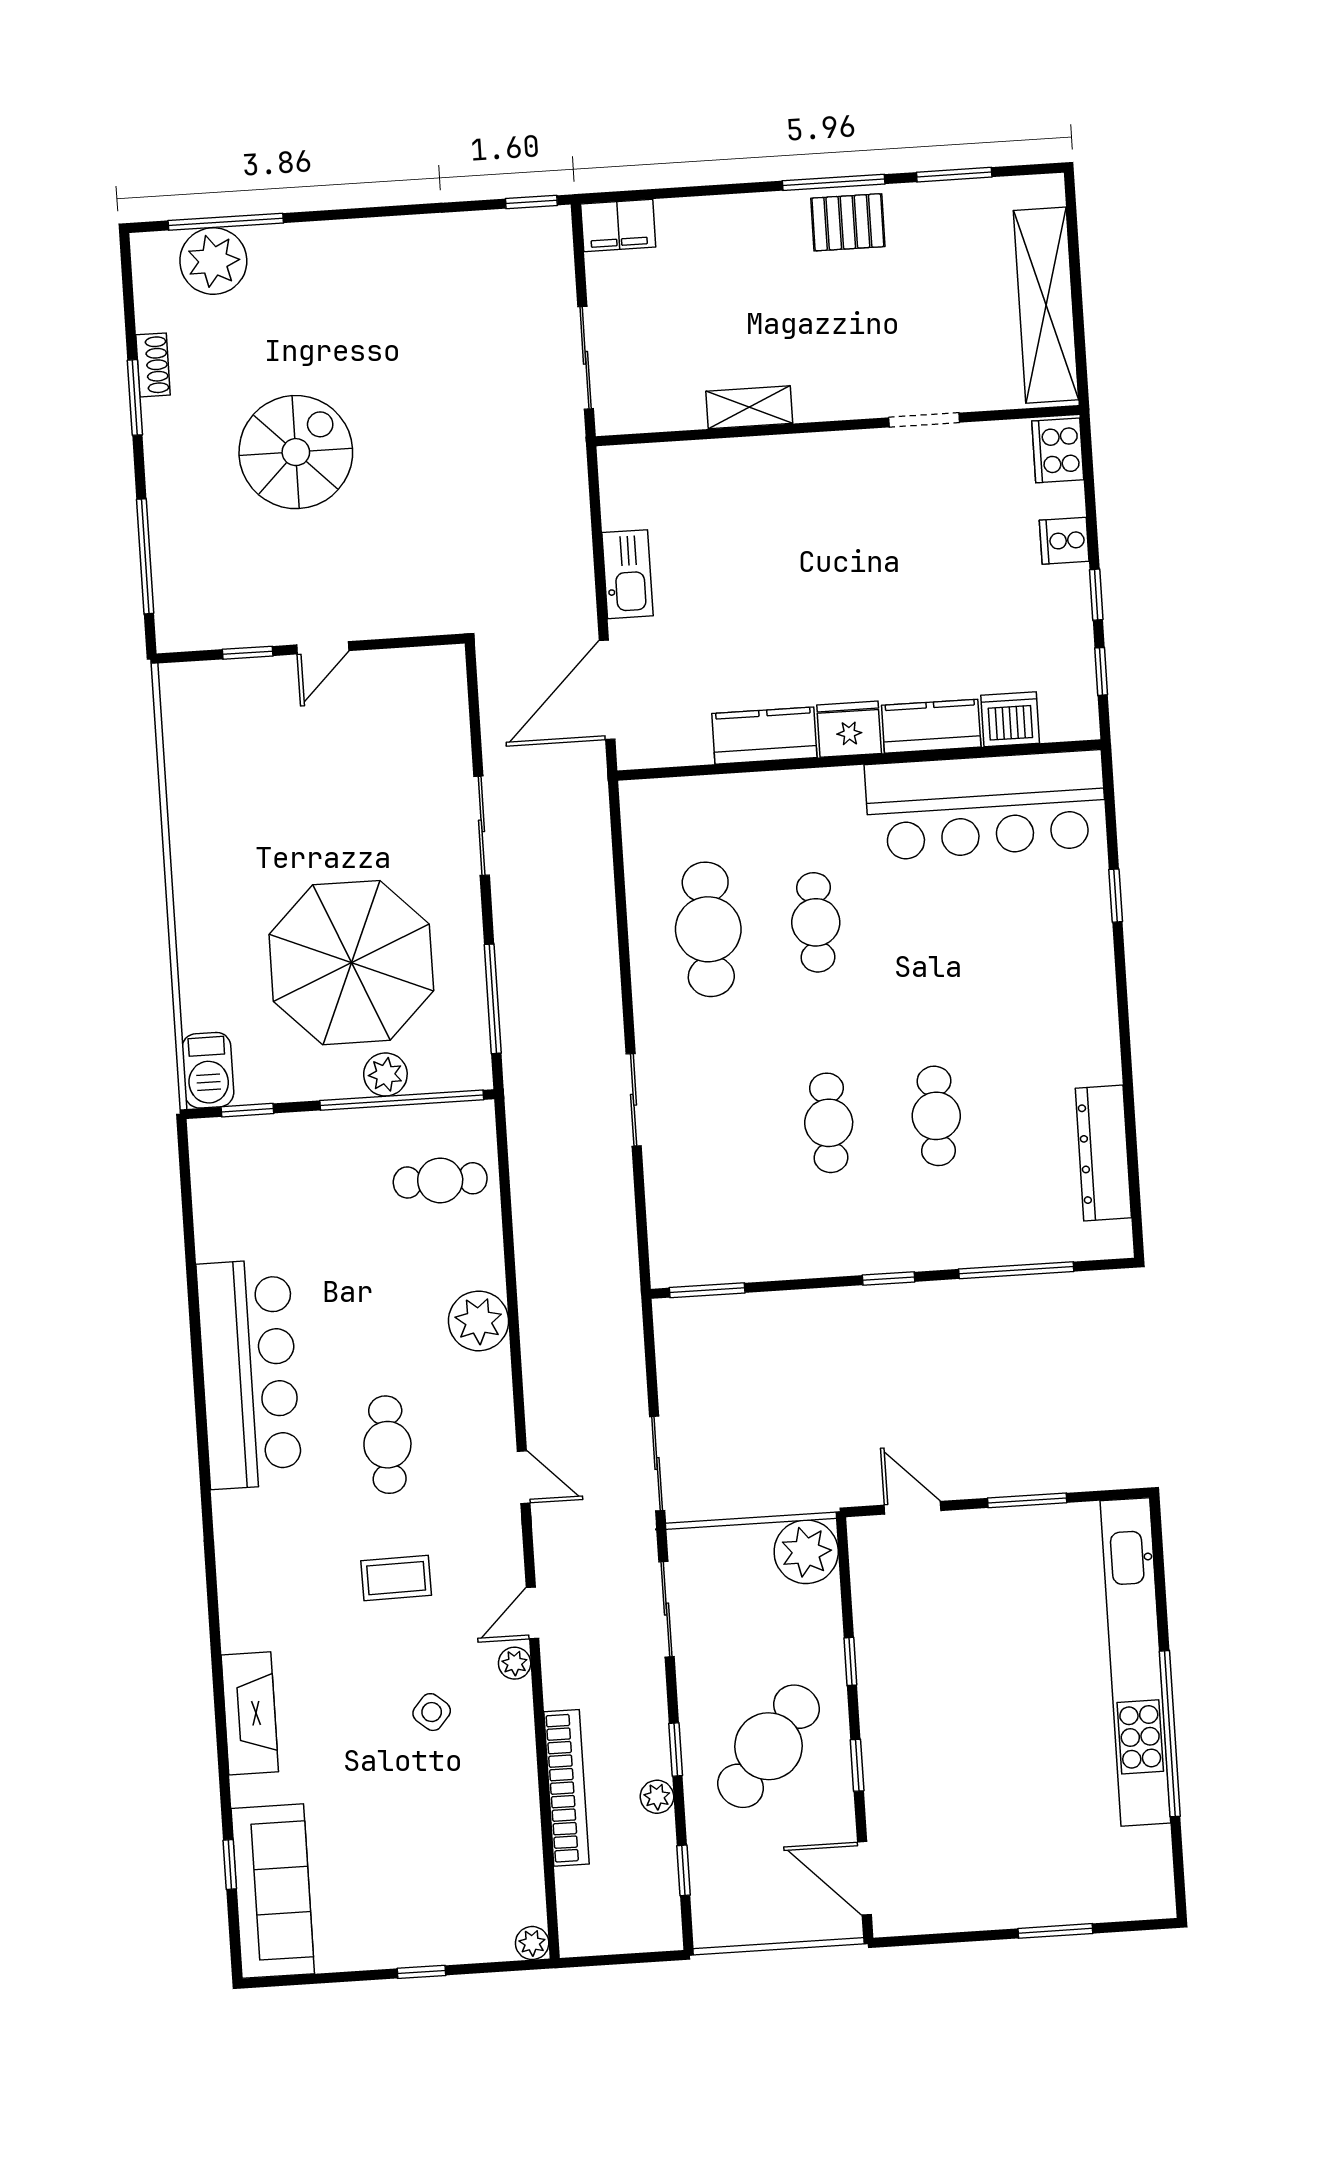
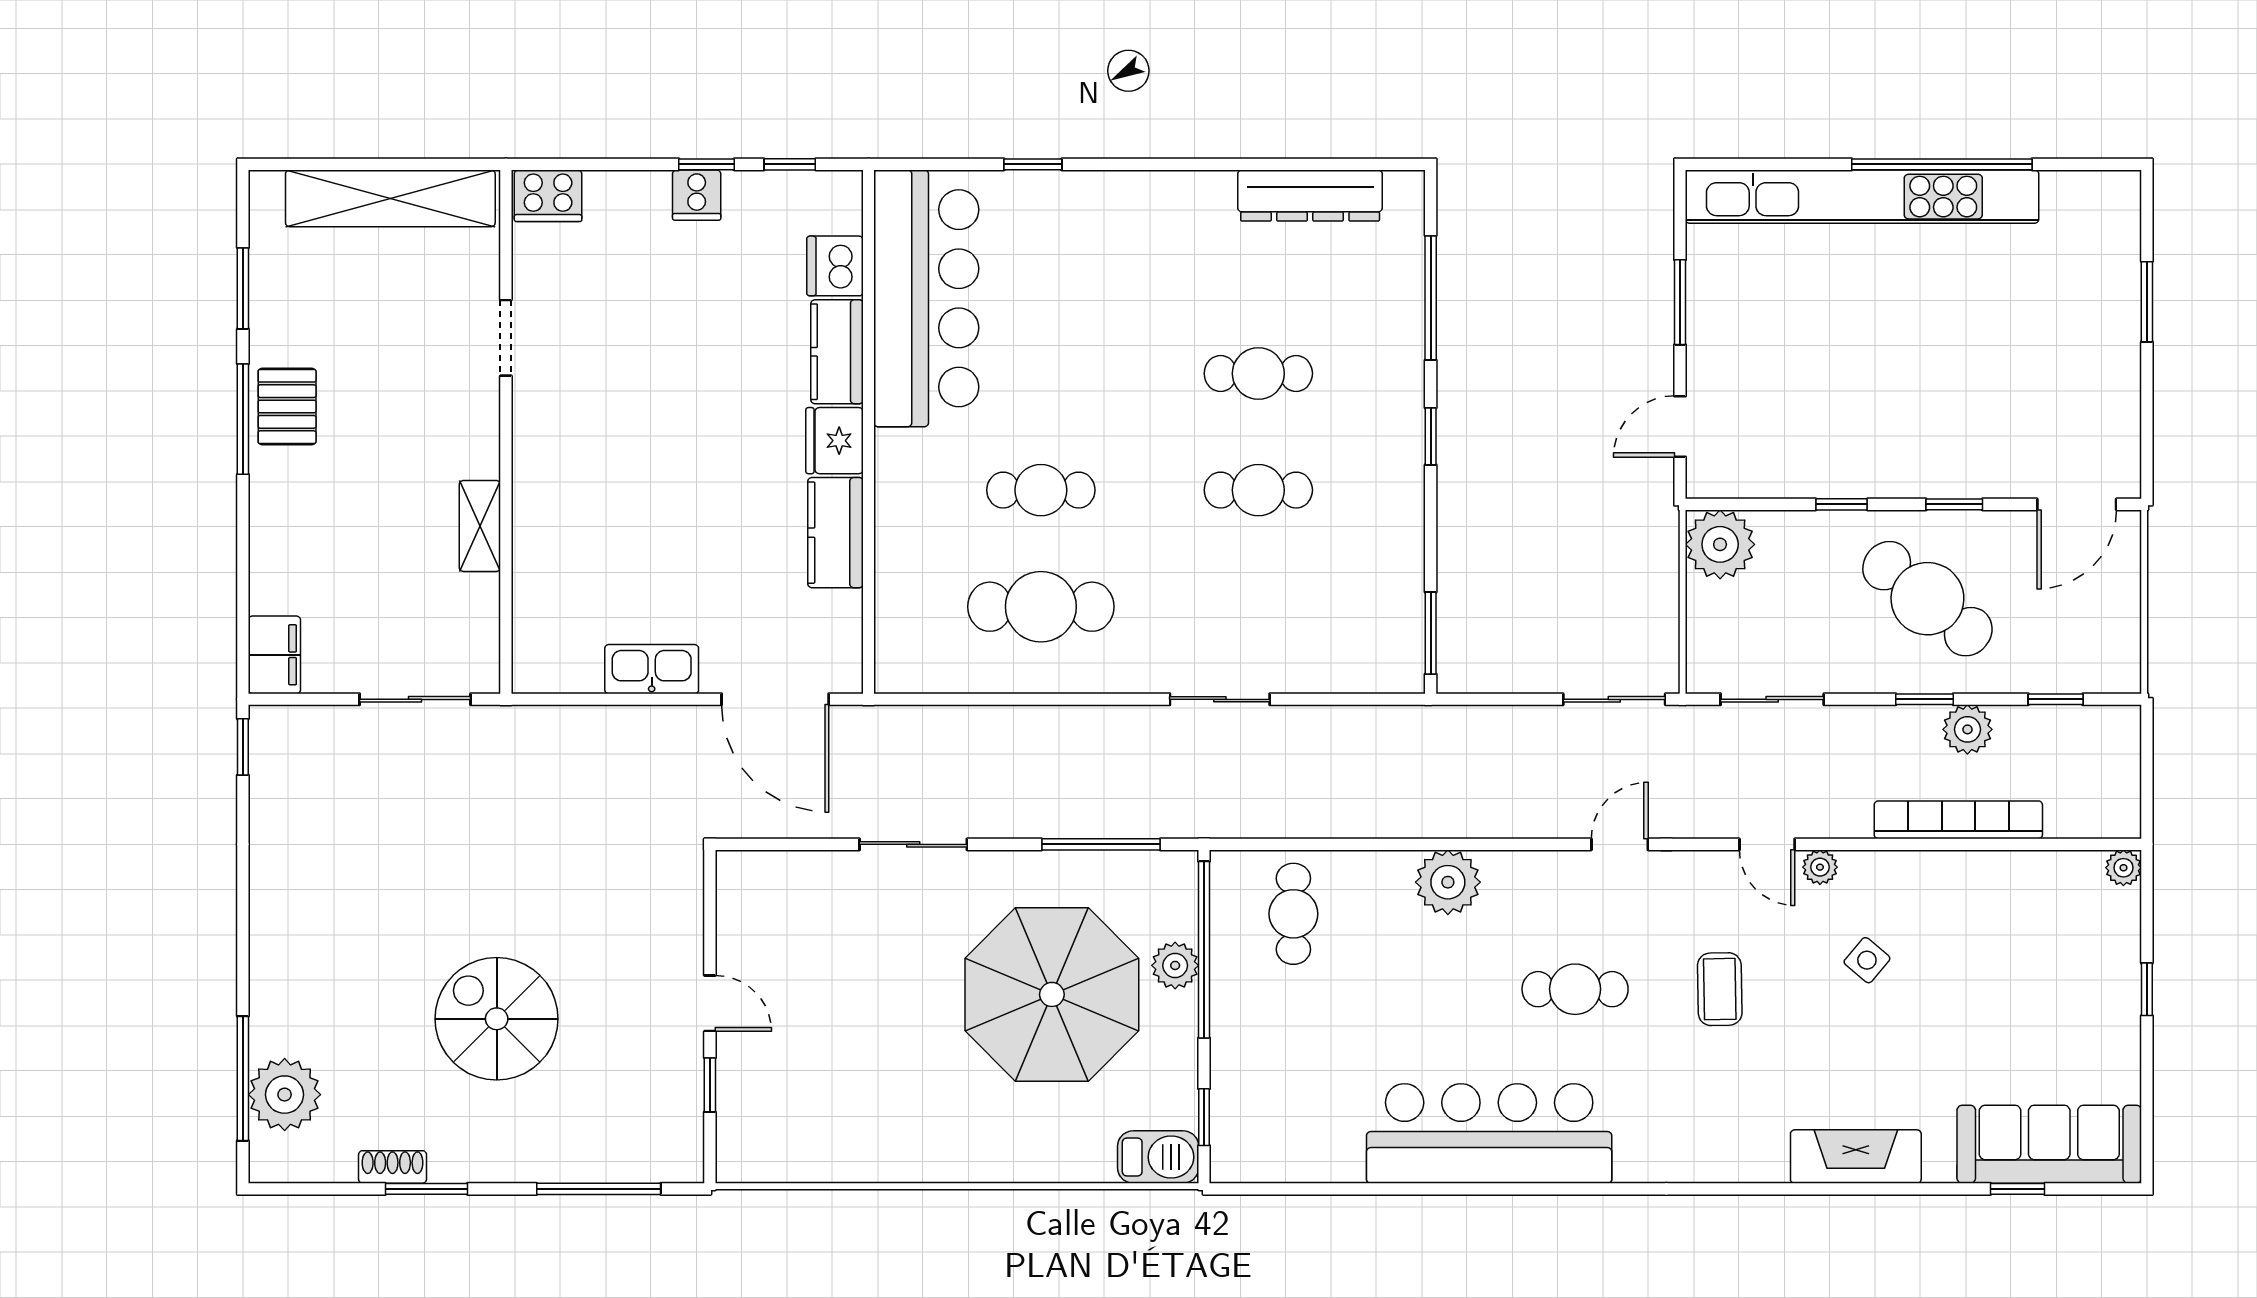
cooker: (1064, 541) -> (697, 195), moved
plant: (657, 1797) -> (1967, 729), width x1.38, depth x1.38

